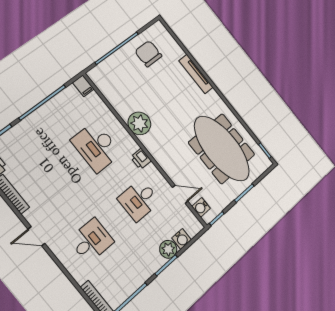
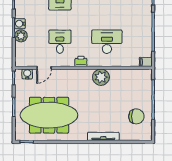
water cooler: (182, 239) -> (20, 24), moved

